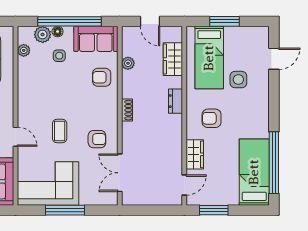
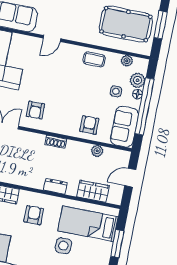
coffee table: (60, 131) -> (94, 59), moved

